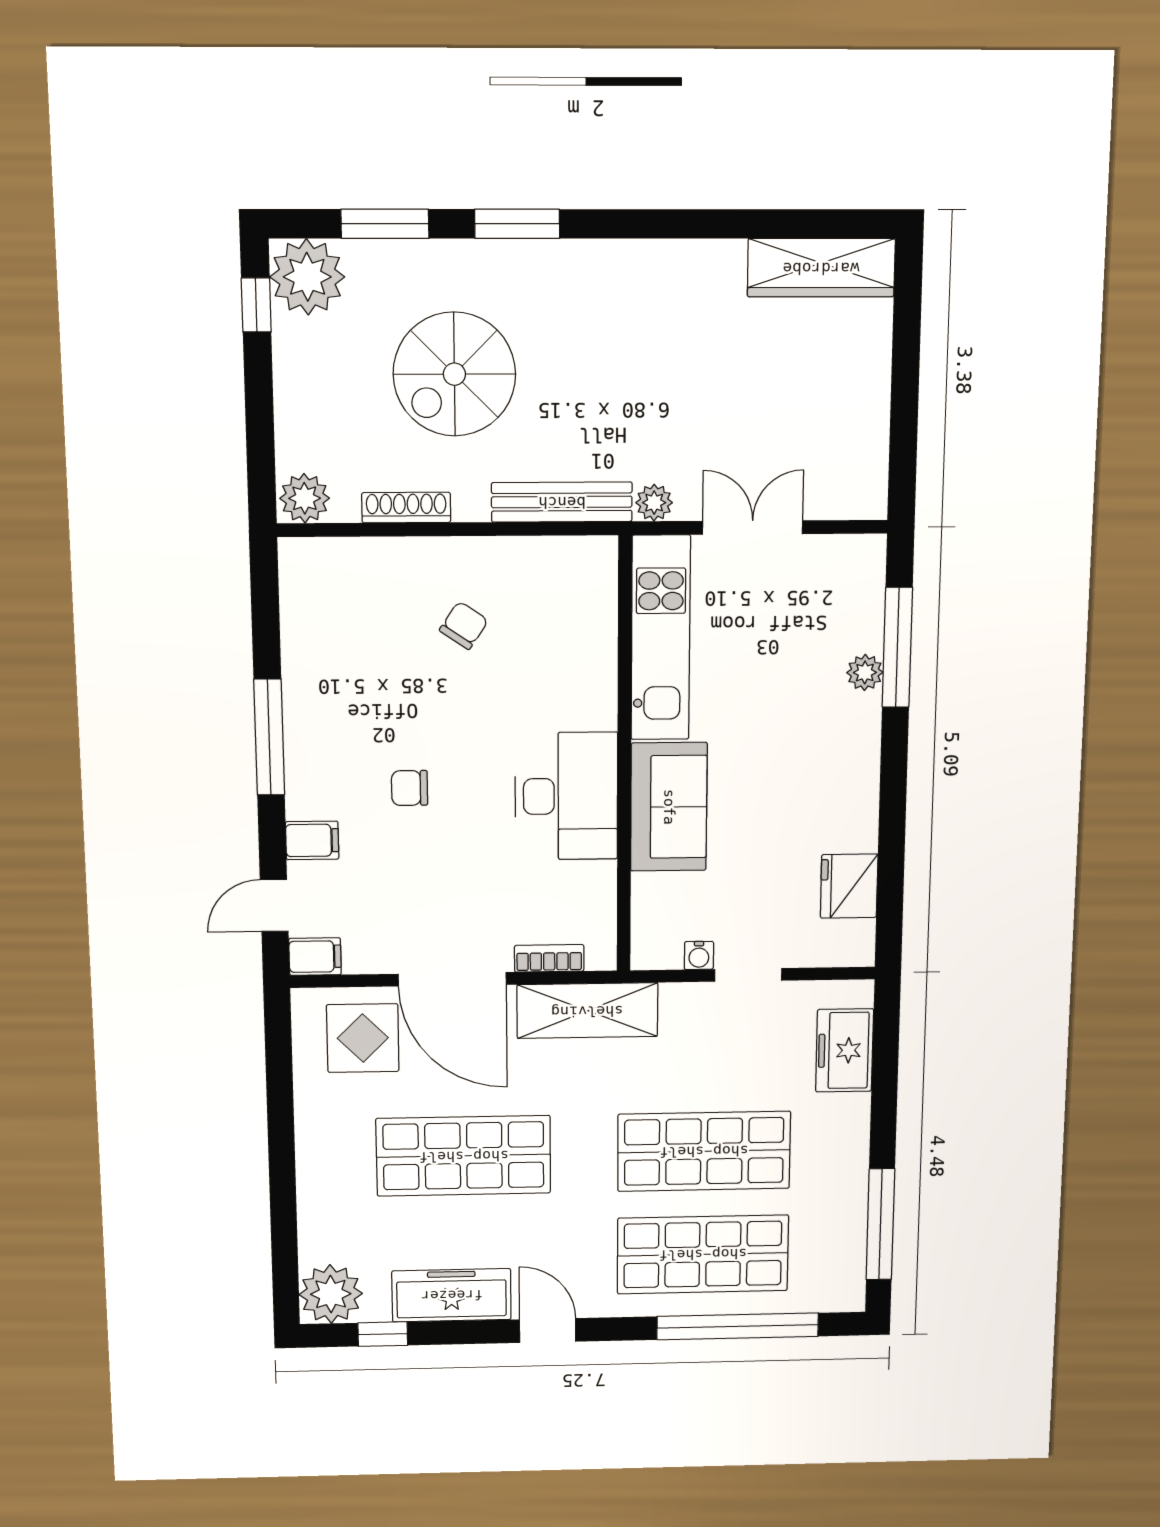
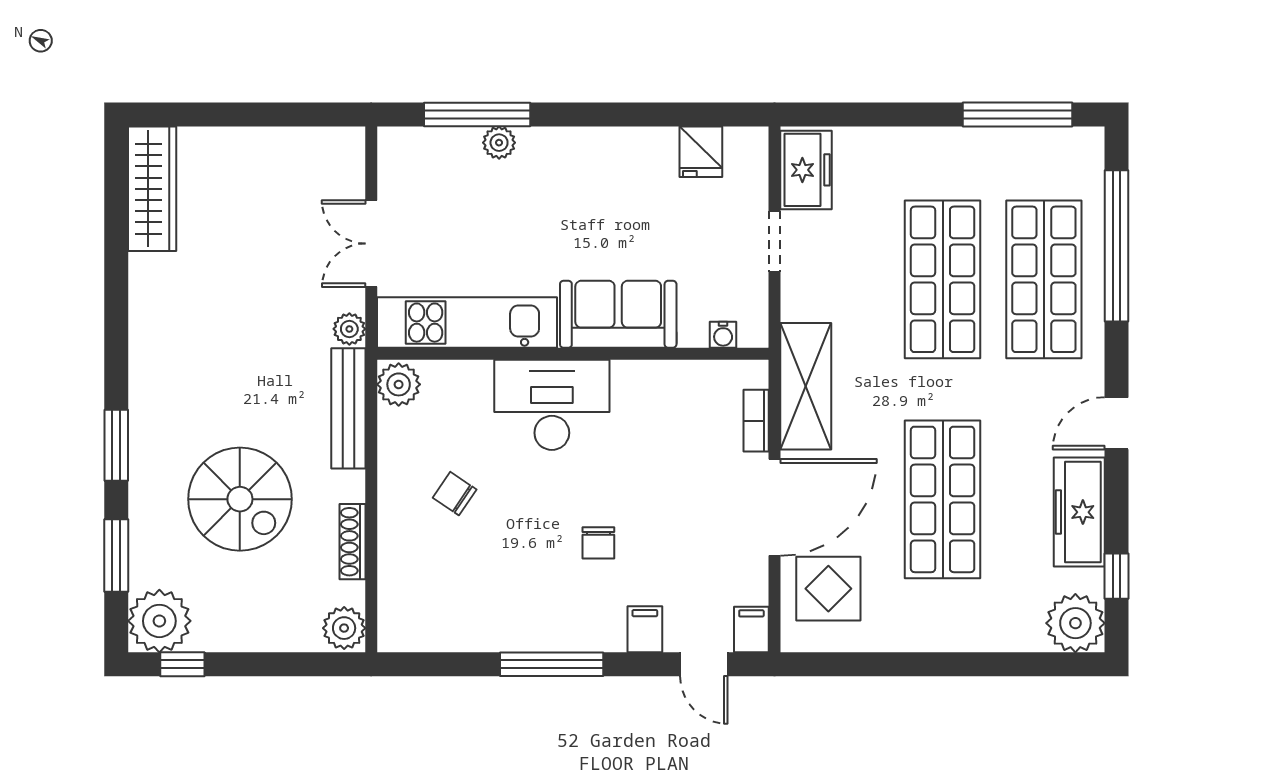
plant: (590, 560) -> (399, 384), added
desk: (566, 796) -> (552, 405), moved
fridge: (849, 886) -> (701, 152), width x0.72
water cooler: (699, 955) -> (723, 335), moved, turned 90
freezer: (845, 1050) -> (806, 170), moved, turned -90

